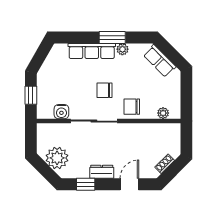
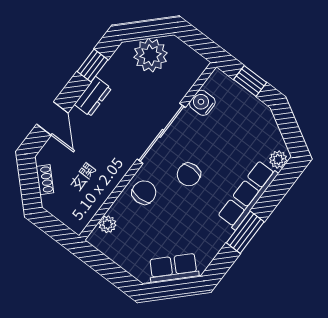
plant: (122, 49) -> (278, 160), moved
chair: (105, 90) -> (189, 174), turned 180

